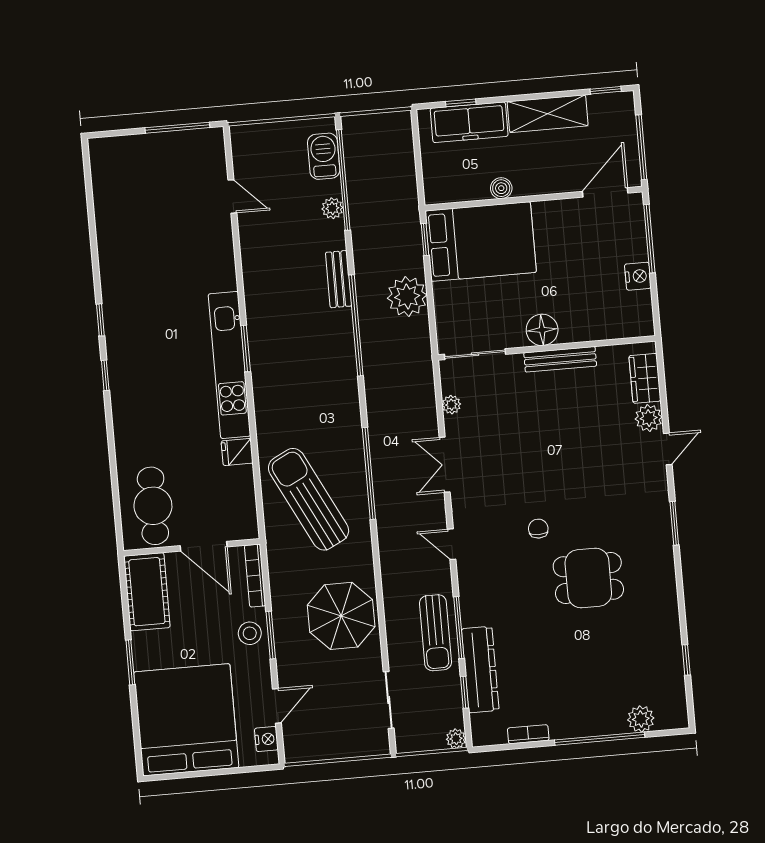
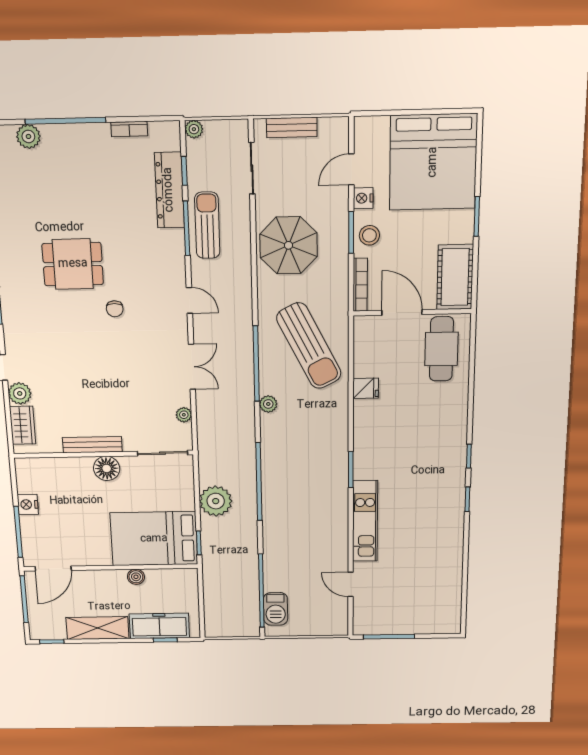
plant: (332, 208) -> (268, 404), moved
bench: (339, 279) -> (292, 127), moved, turned 90
kitchen unit: (229, 365) -> (365, 521), moved, width x0.73
nightstand: (266, 739) -> (363, 198), moved

